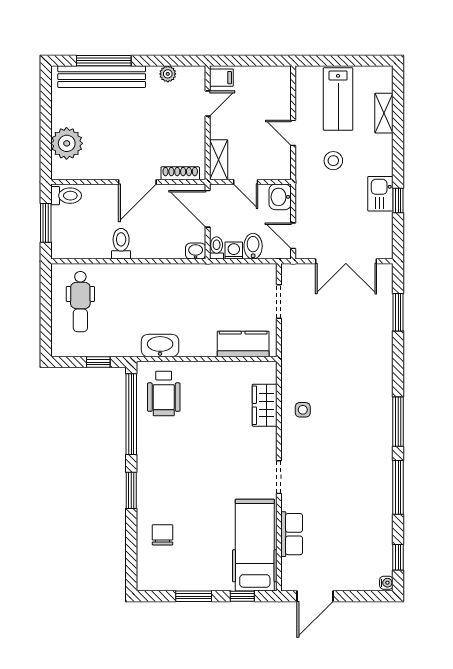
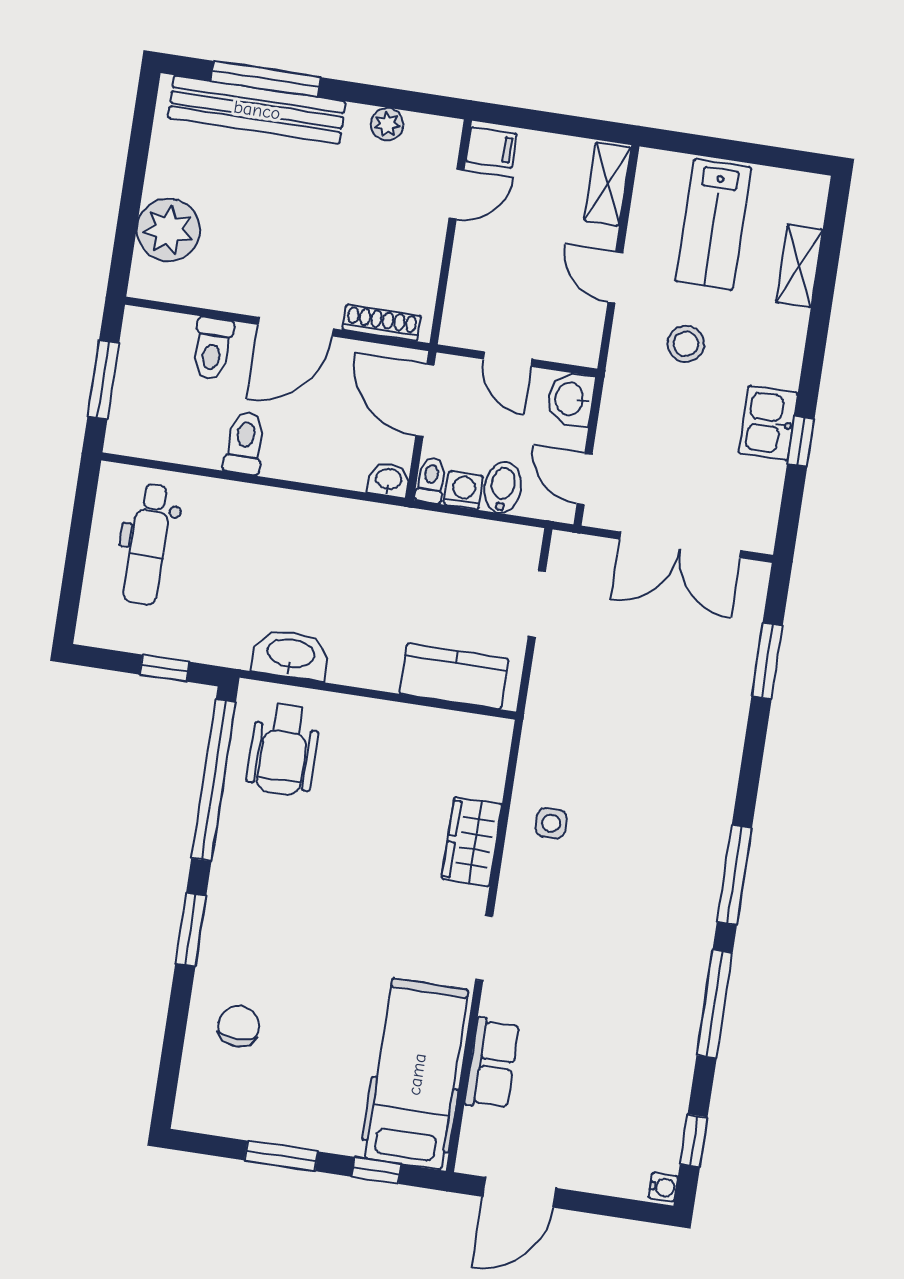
shelving: (219, 160) -> (607, 184), moved
toilet: (66, 196) -> (212, 349), moved, turned 90
wardrobe: (265, 405) -> (472, 842), moved

